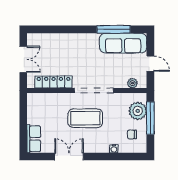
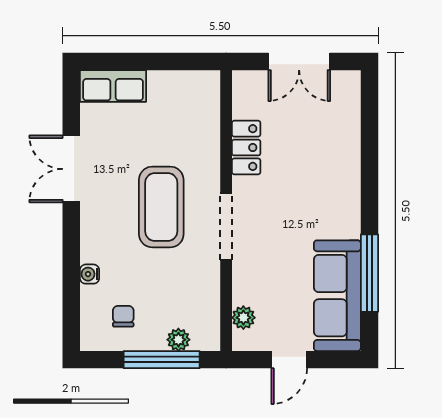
locker: (54, 82) -> (246, 148), width x0.66
doorway: (94, 91) -> (226, 227), width x0.73
plant: (138, 111) -> (178, 340), width x0.53, depth x0.53
double door: (69, 157) -> (71, 169), swing flipped

